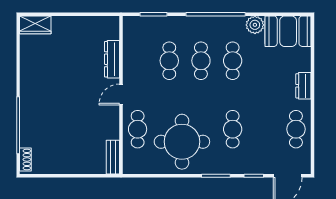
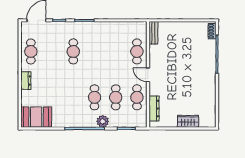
wardrobe: (35, 25) -> (188, 121), moved
plant: (255, 25) -> (103, 121), moved
dresser: (112, 59) -> (154, 108), moved
cafe table: (233, 61) -> (137, 97), moved
door: (121, 94) -> (148, 75), swing flipped
round table: (182, 142) -> (107, 43), removed

